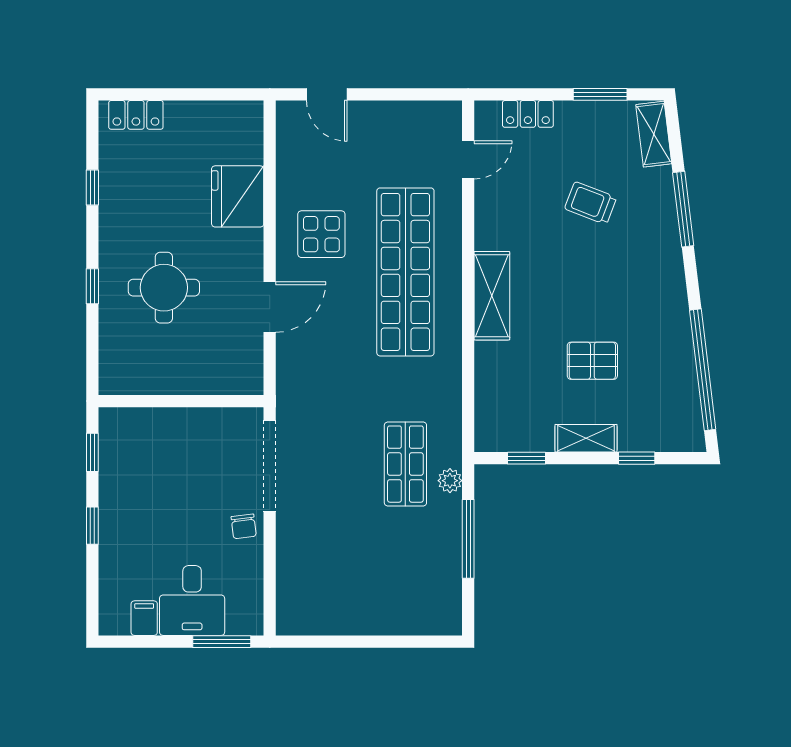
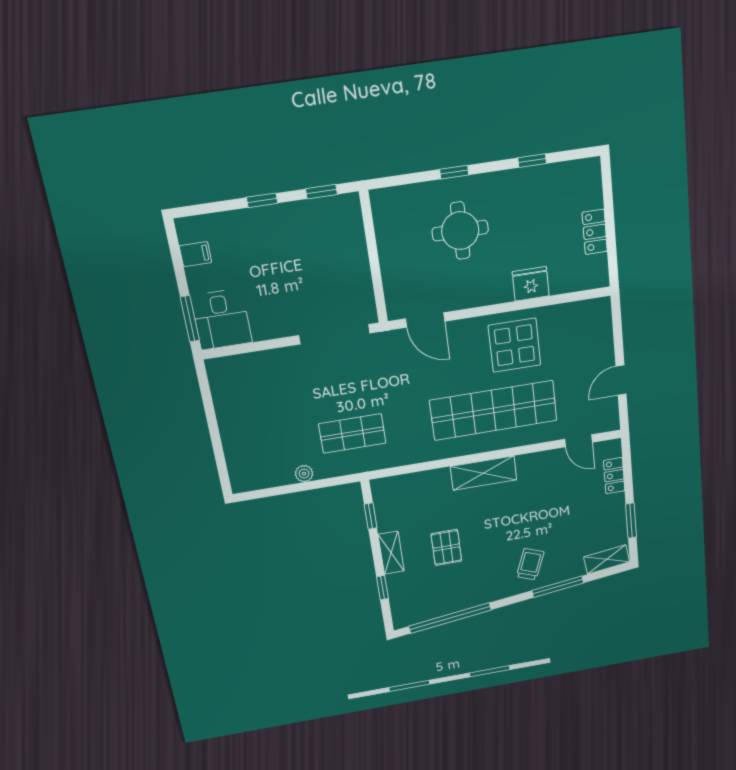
door: (327, 94) -> (621, 380), moved
locker: (136, 115) -> (595, 232), moved
fridge: (238, 196) -> (531, 284), width x0.73, depth x0.75
trolley: (591, 203) -> (530, 564), moved
display table: (321, 234) -> (515, 345), width x1.36, depth x1.36
door: (270, 307) -> (425, 320), moved
plant: (450, 481) -> (304, 474), moved
chair: (244, 526) -> (284, 322), removed
window: (468, 539) -> (305, 486), removed
desk: (192, 601) -> (221, 319), moved, turned -90

